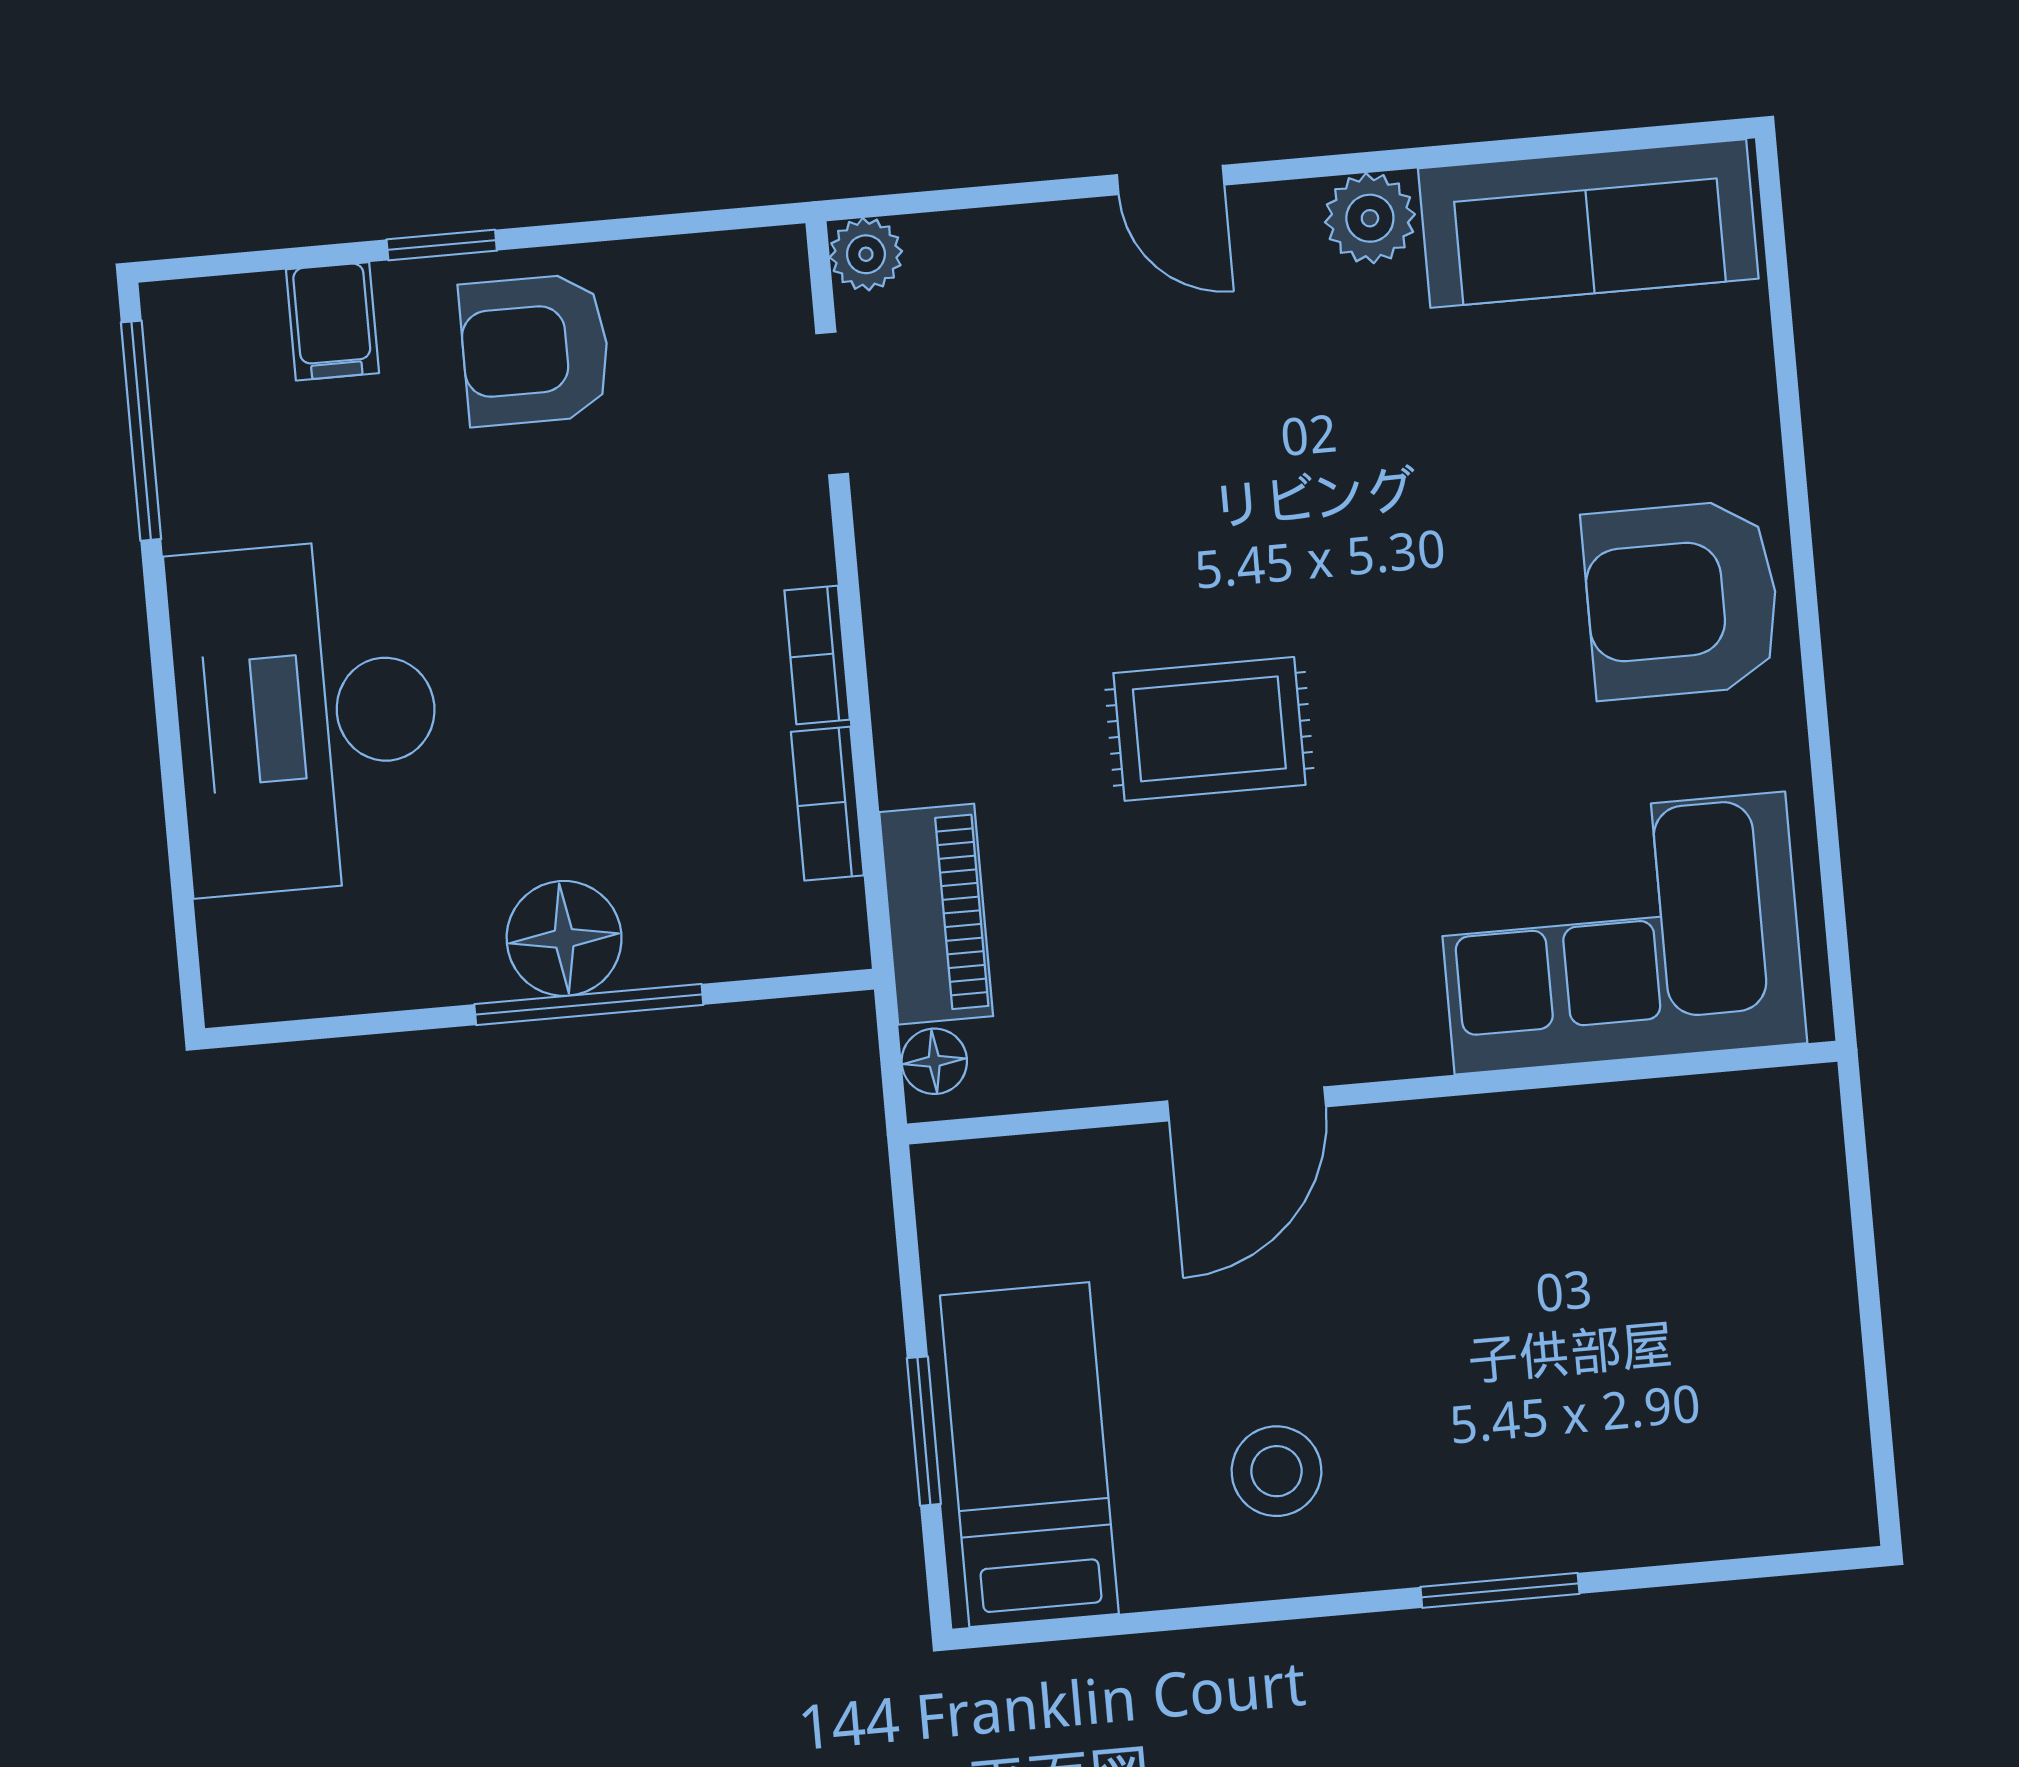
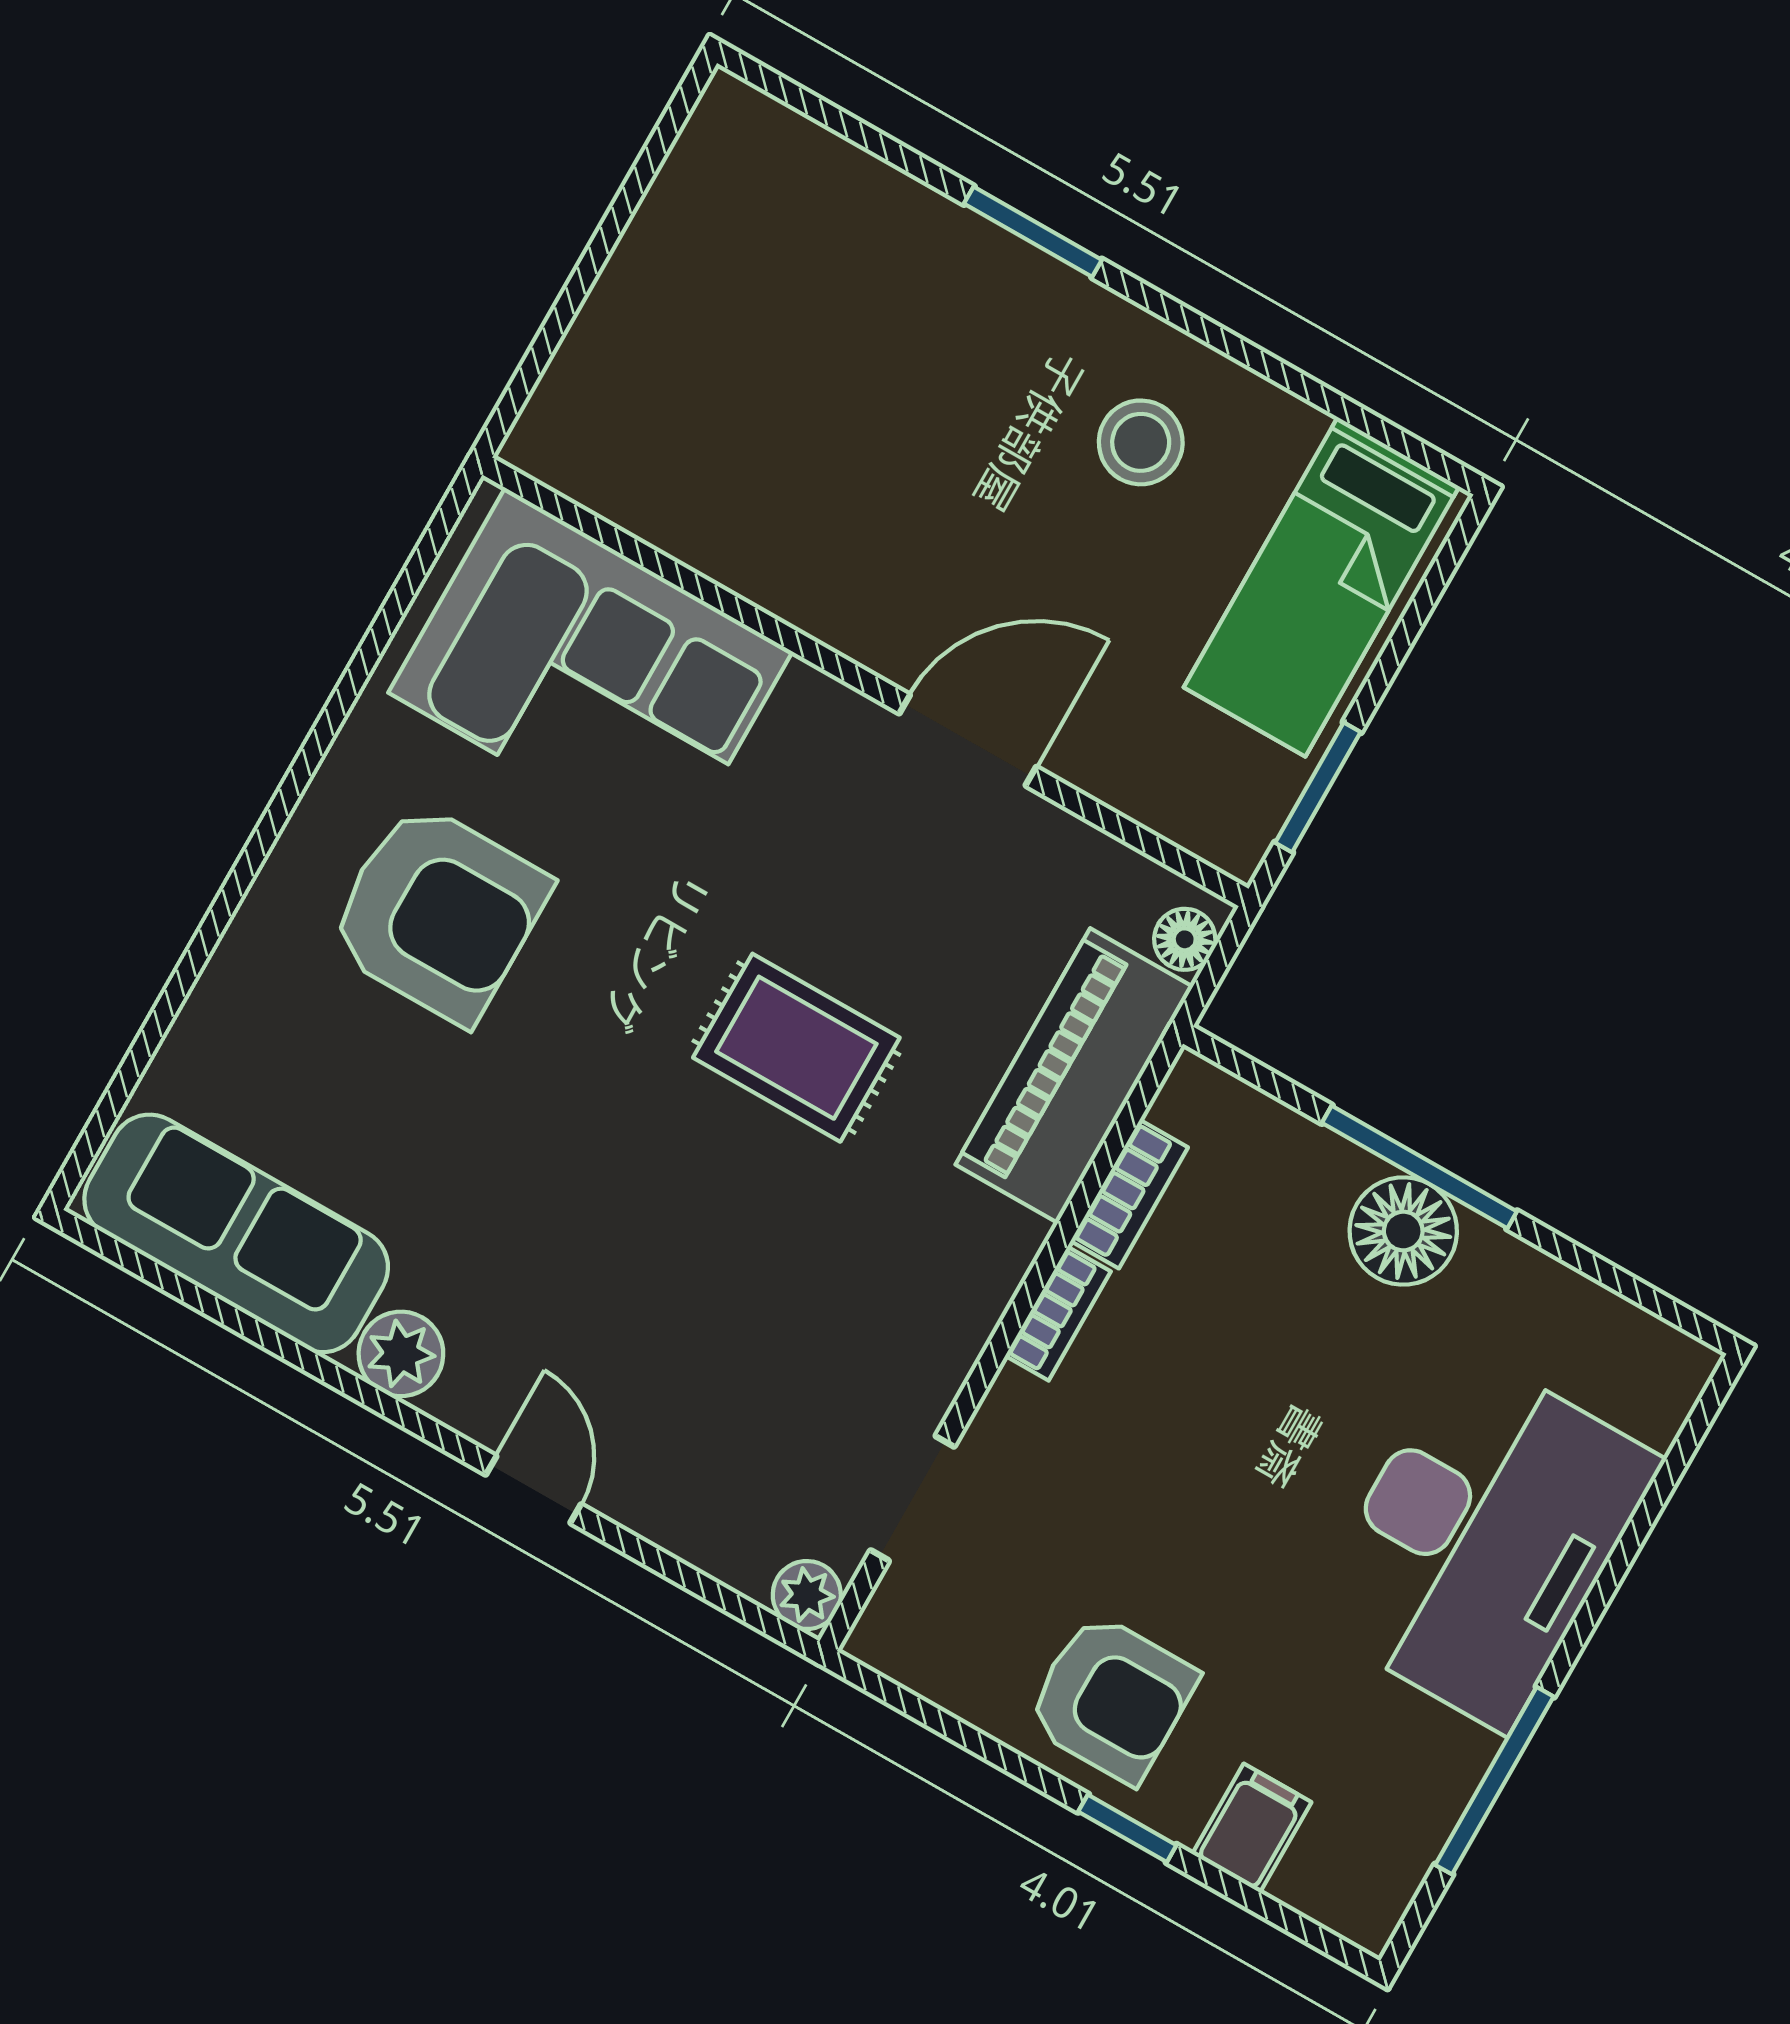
window: (141, 431) -> (1494, 1781), moved
armchair: (1682, 600) -> (438, 913), moved
piano: (936, 914) -> (1074, 1076), width x1.37, depth x1.33
window: (924, 1431) -> (1318, 787), moved

